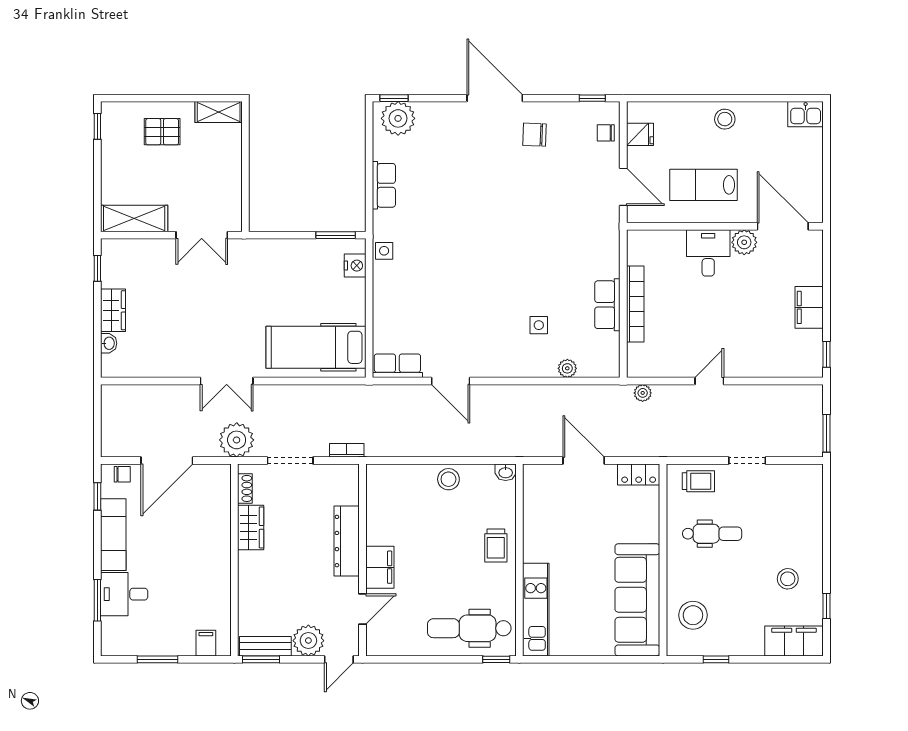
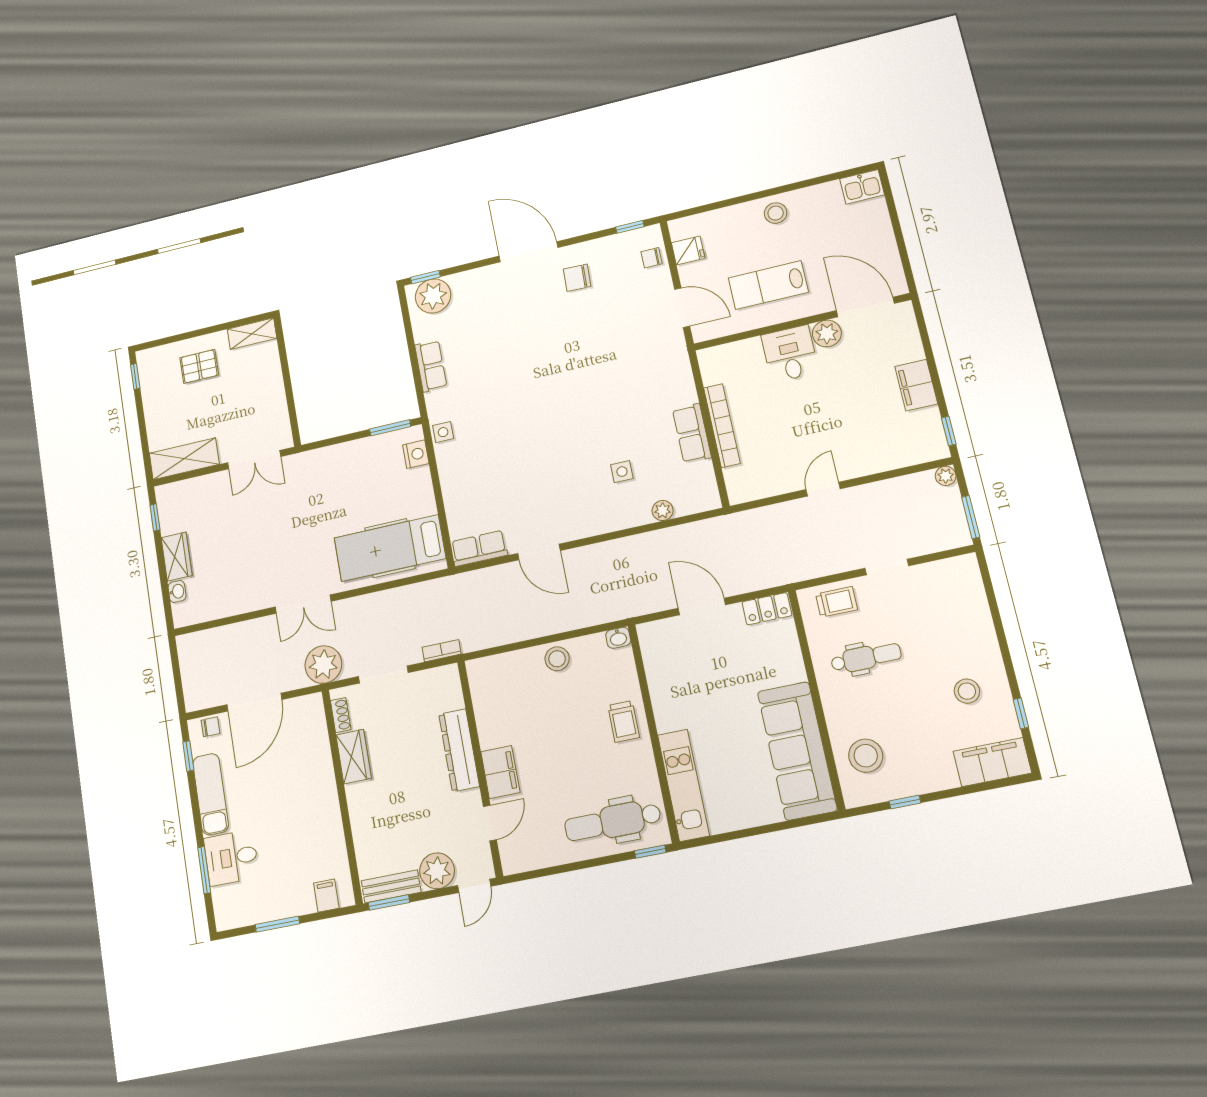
plant: (643, 393) -> (946, 476), moved

